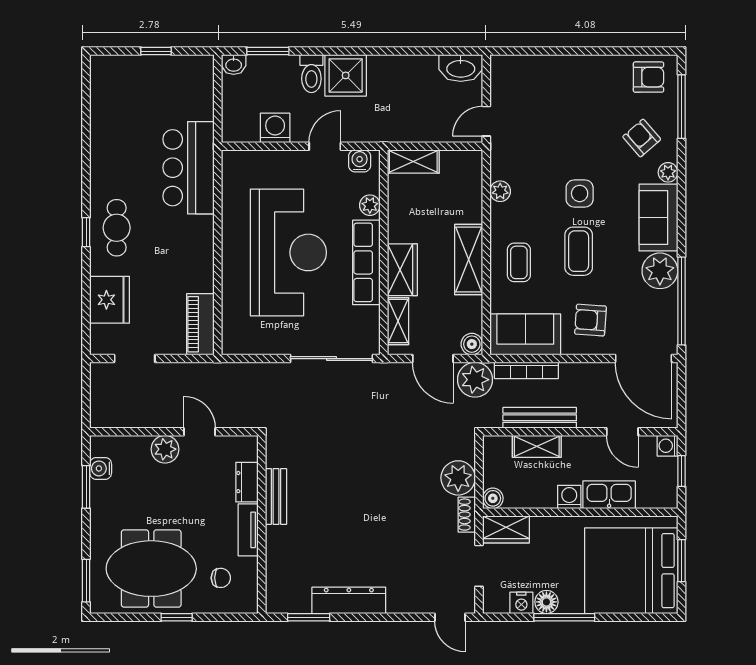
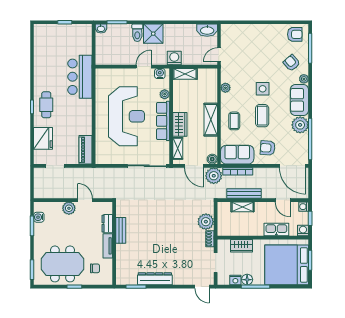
washing machine: (275, 128) -> (174, 58), moved
washing machine: (569, 497) -> (303, 231), moved
boiler: (493, 498) -> (222, 231), removed
wardrobe: (506, 529) -> (241, 246), moved

